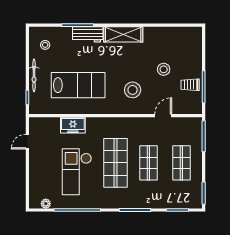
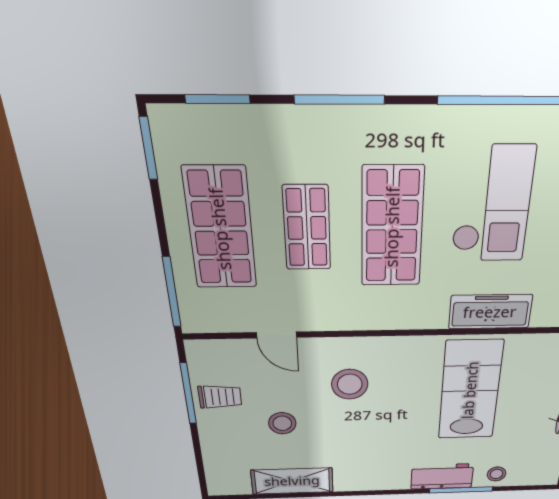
shelving: (123, 34) -> (292, 481), moved
stool: (45, 45) -> (497, 474), moved
lab bench: (78, 85) -> (470, 390), turned 90
door: (163, 116) -> (276, 335), hinge flipped
freezer: (73, 125) -> (490, 312), width x1.40
shop shelf: (181, 163) -> (220, 229), width x1.43, depth x1.36

